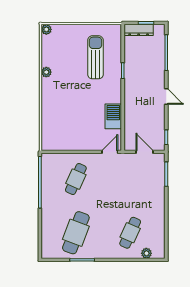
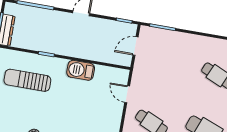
barbecue: (113, 116) -> (81, 70), moved
door: (110, 152) -> (127, 94), moved

